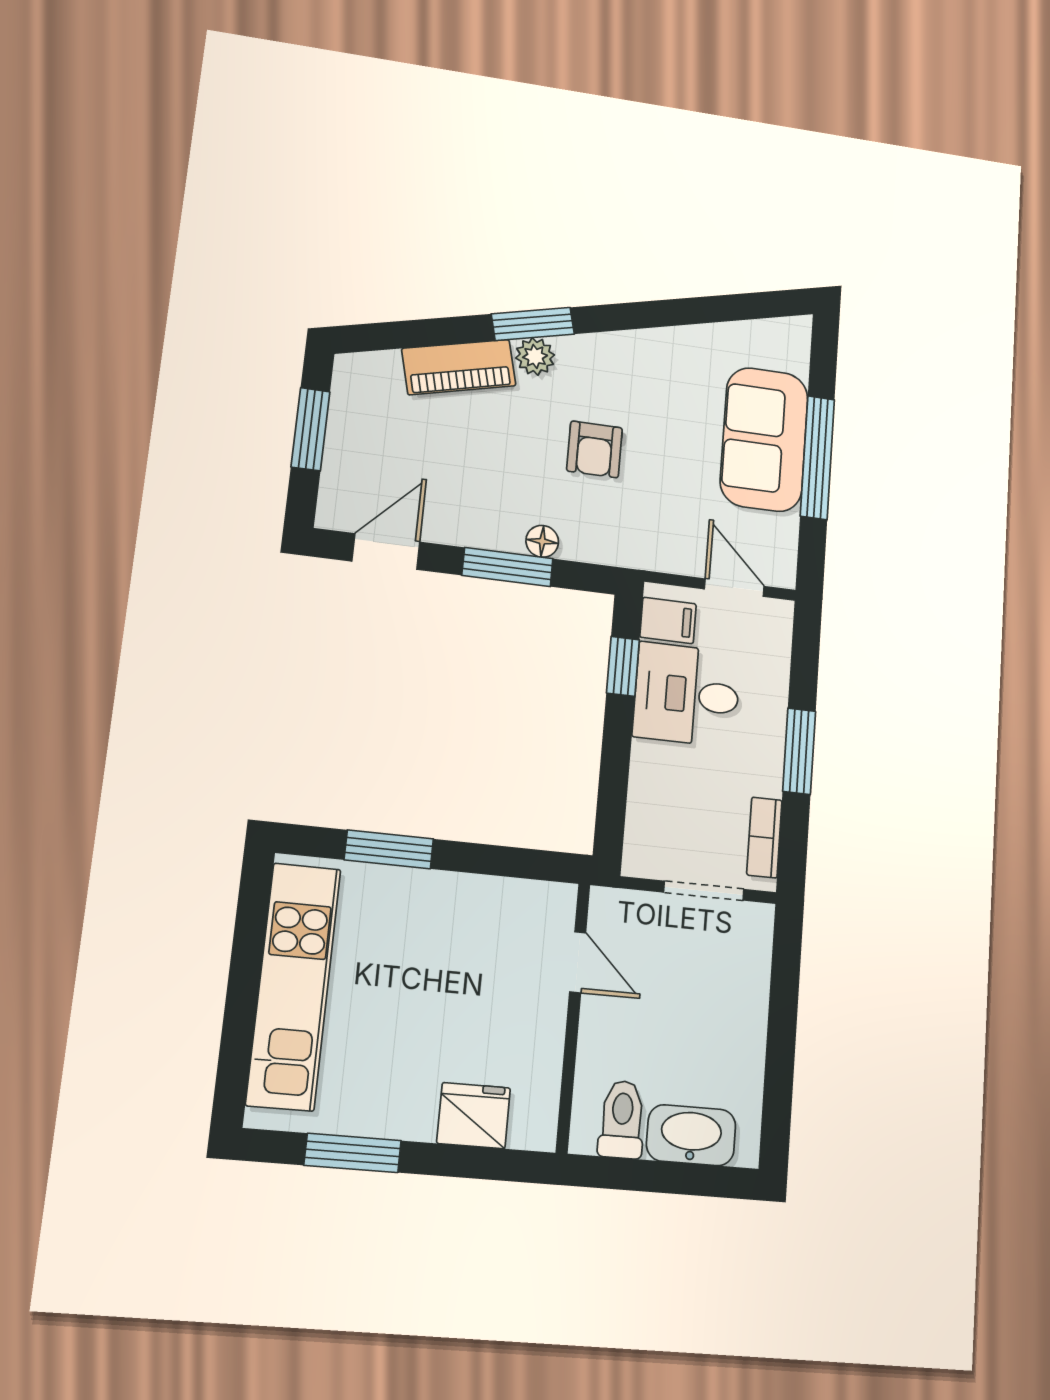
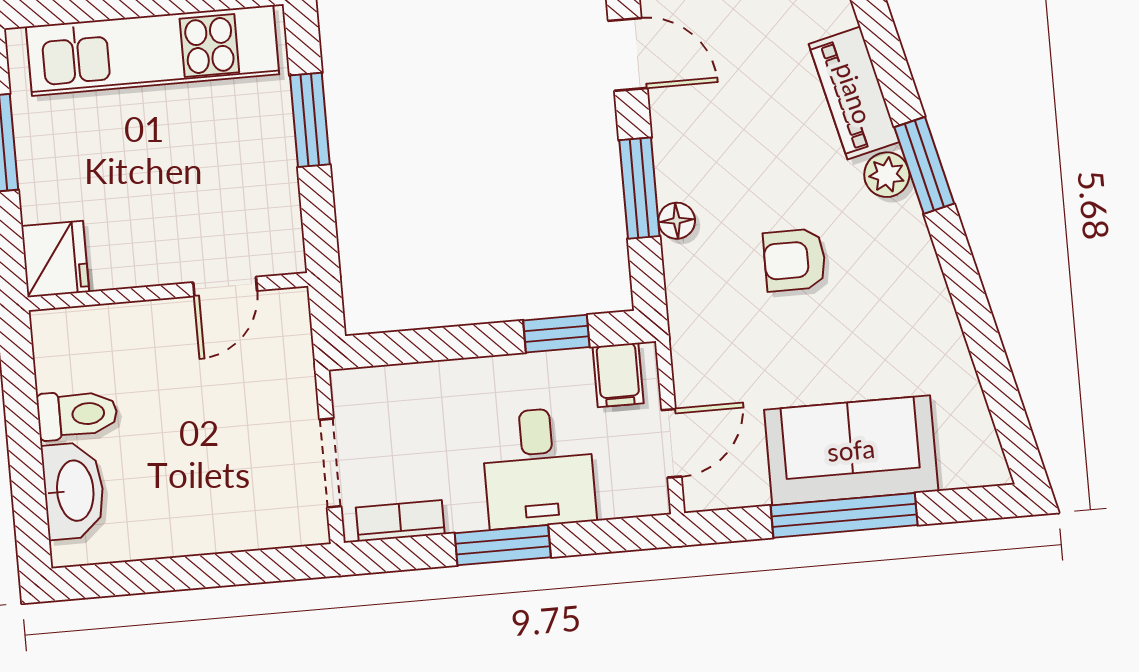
desk: (687, 695) -> (539, 468), moved, turned 180
door: (578, 962) -> (225, 287), moved
wall: (573, 1017) -> (168, 292), moved

